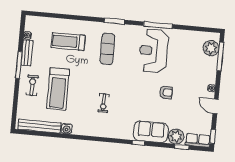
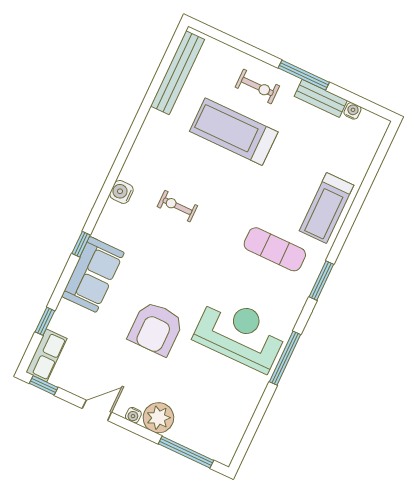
treadmill: (68, 42) -> (326, 208), moved, turned 180
plant: (211, 48) -> (158, 418), moved
armchair: (166, 92) -> (156, 328), width x1.88, depth x1.88
water cooler: (67, 129) -> (121, 192), moved
plant: (176, 136) -> (68, 318), removed

